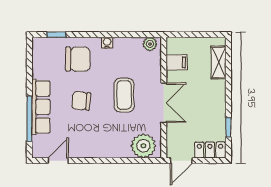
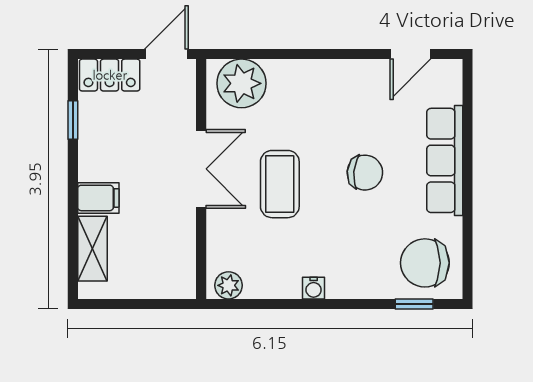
chair: (78, 59) -> (425, 263), moved
filing cabinet: (177, 62) -> (98, 198), moved, turned 180
double door: (164, 103) -> (201, 169), swing flipped
window: (29, 119) -> (467, 137), removed

